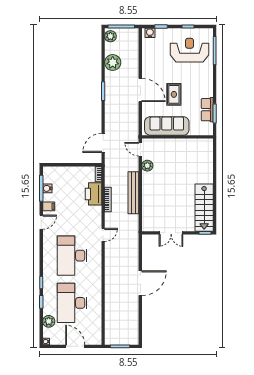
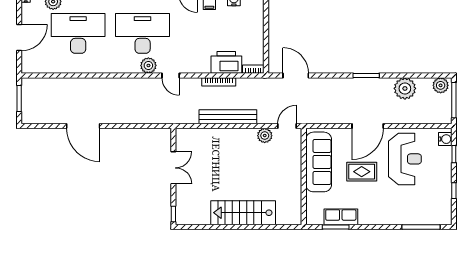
reception desk: (189, 50) -> (405, 159), moved
stairs: (204, 208) -> (243, 213), moved
double door: (171, 233) -> (173, 168), swing flipped
plant: (96, 251) -> (148, 65), added
door: (140, 283) -> (83, 126), moved

